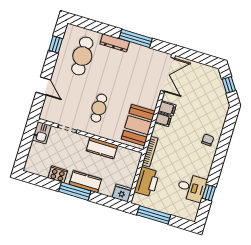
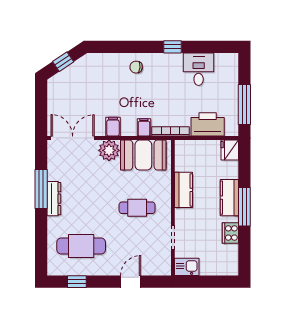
dresser: (115, 43) -> (54, 199), moved
plant: (150, 100) -> (109, 150), added
filing cabinet: (163, 120) -> (144, 127), moved
window: (209, 193) -> (173, 47), moved

